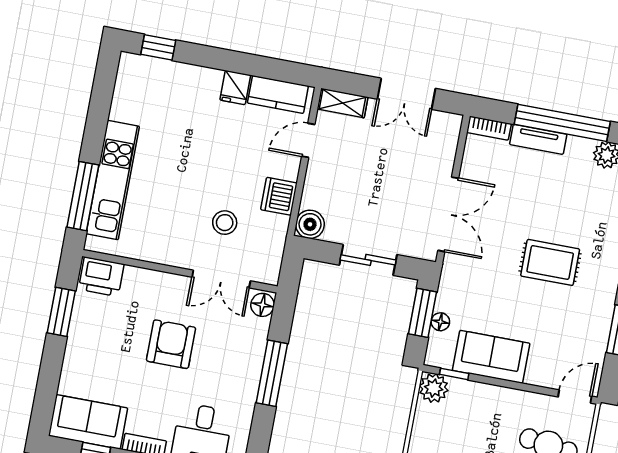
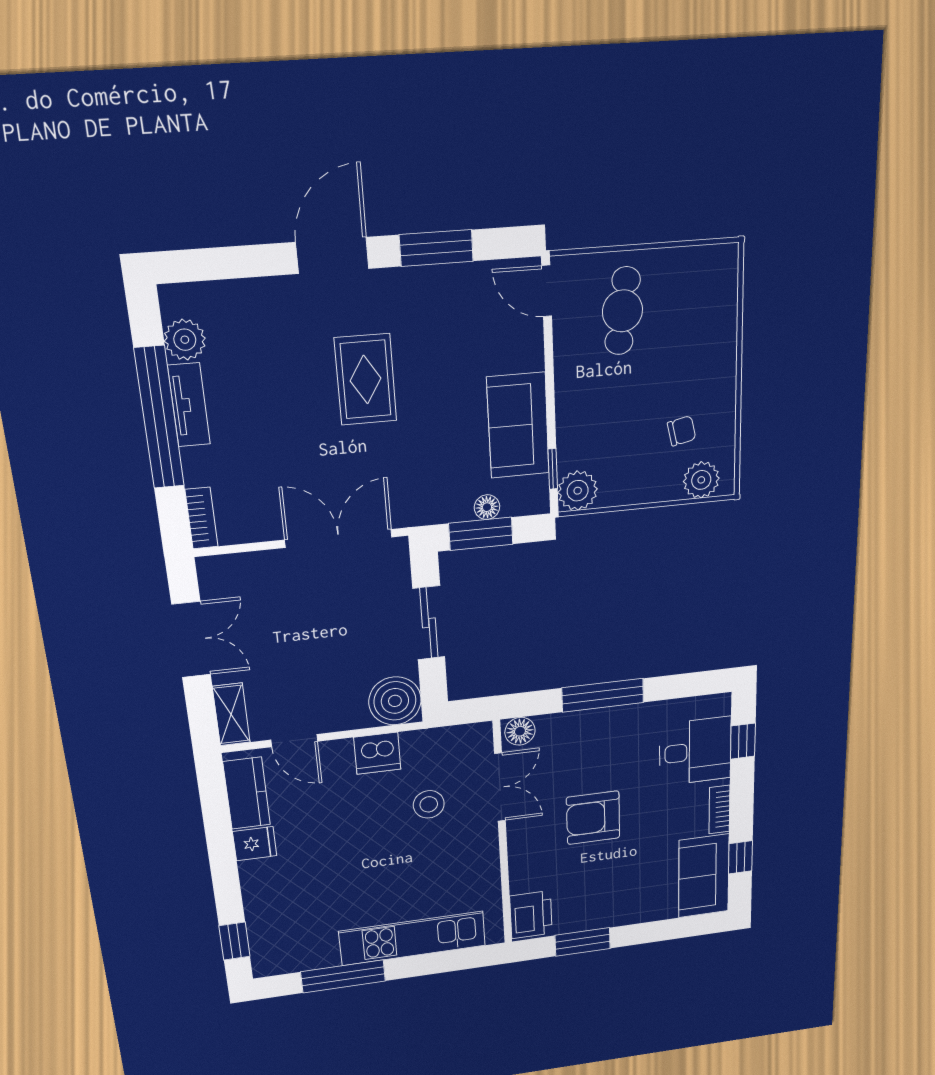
tv unit: (538, 139) -> (189, 405), moved
window: (83, 196) -> (343, 976), moved
boiler: (310, 224) -> (395, 701), width x1.37, depth x1.37

